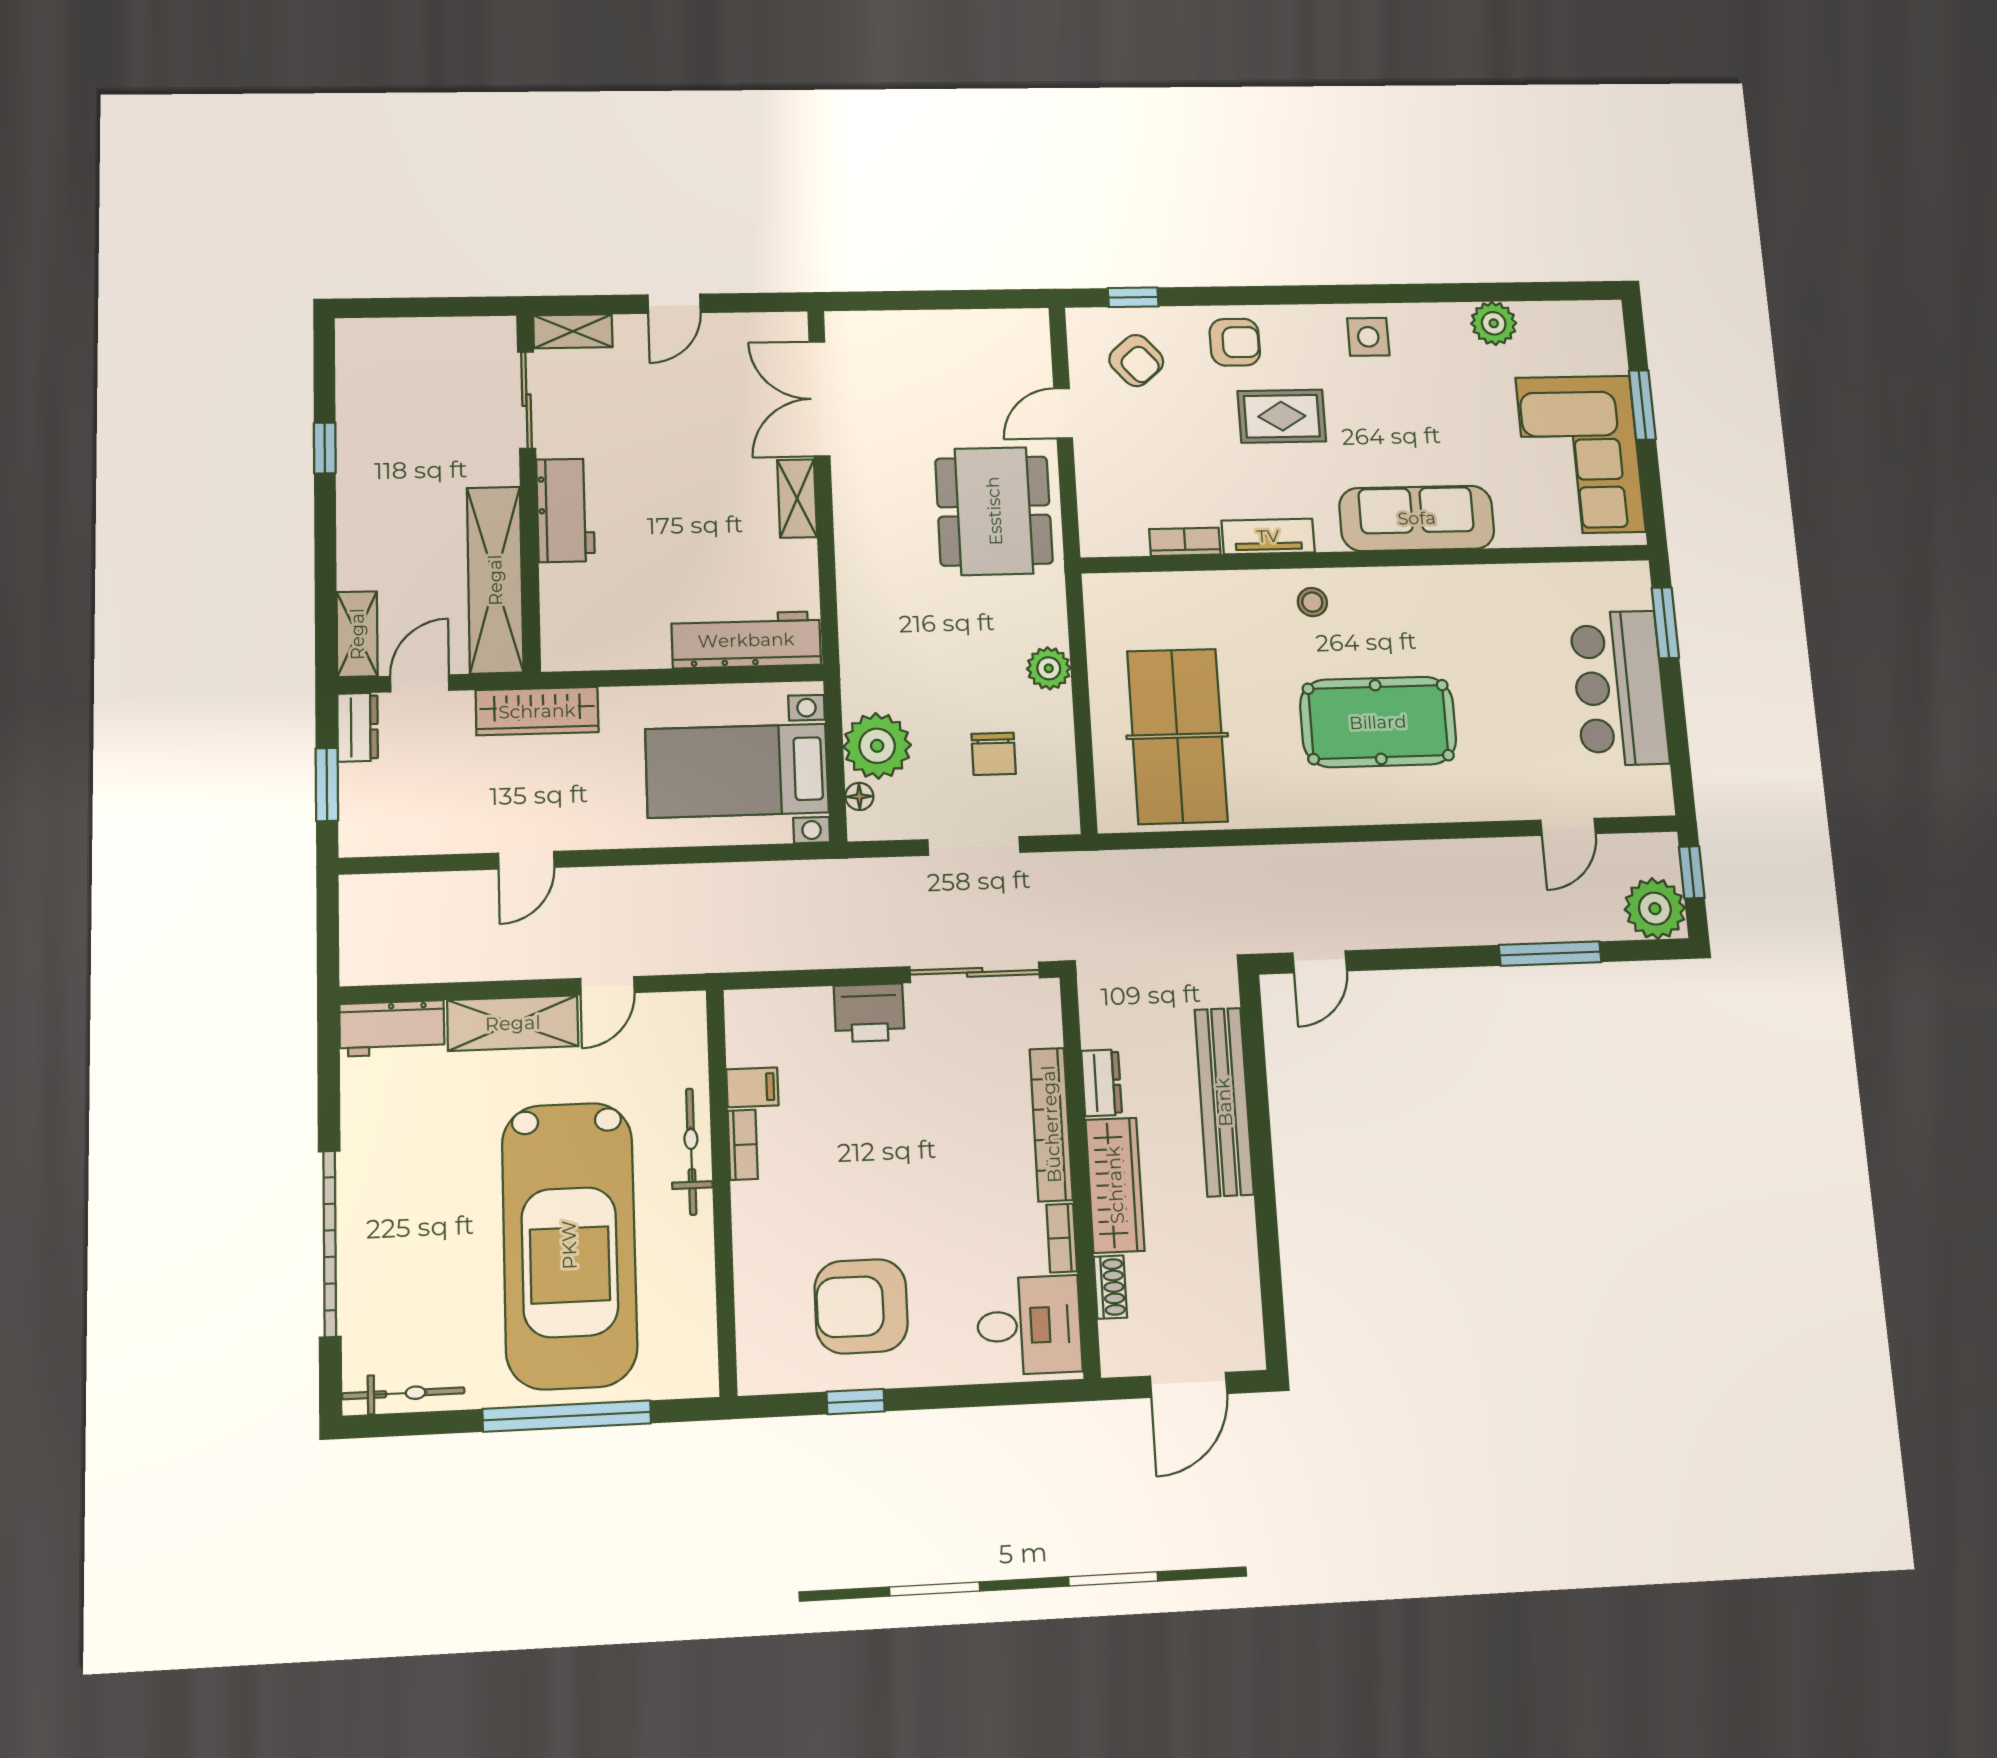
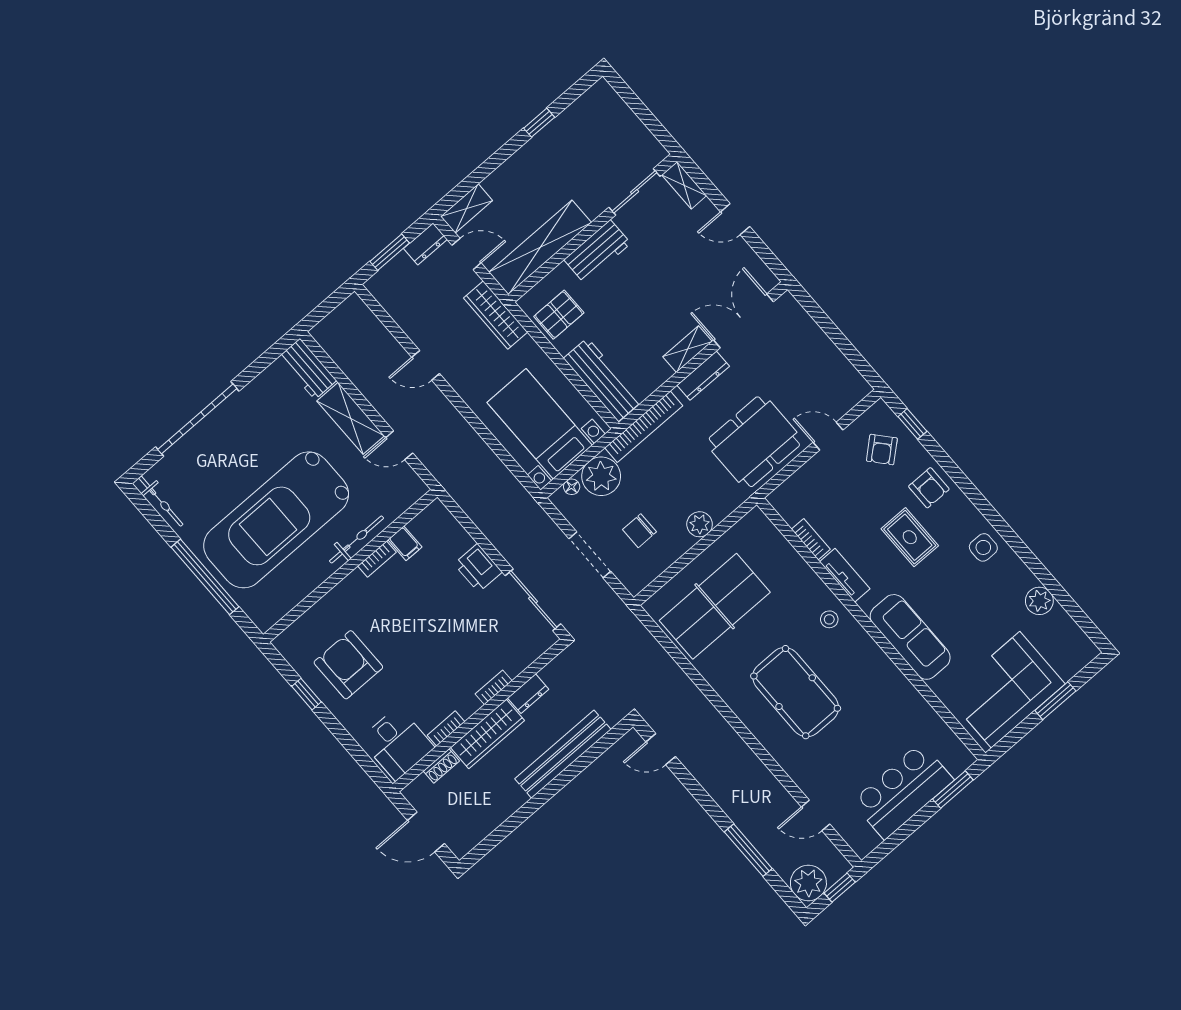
dresser: (850, 507) -> (703, 376), added
pallet: (608, 627) -> (559, 315), added
bookcase: (855, 637) -> (644, 427), added
bookcase: (1051, 1124) -> (494, 687), width x0.43, depth x0.76

